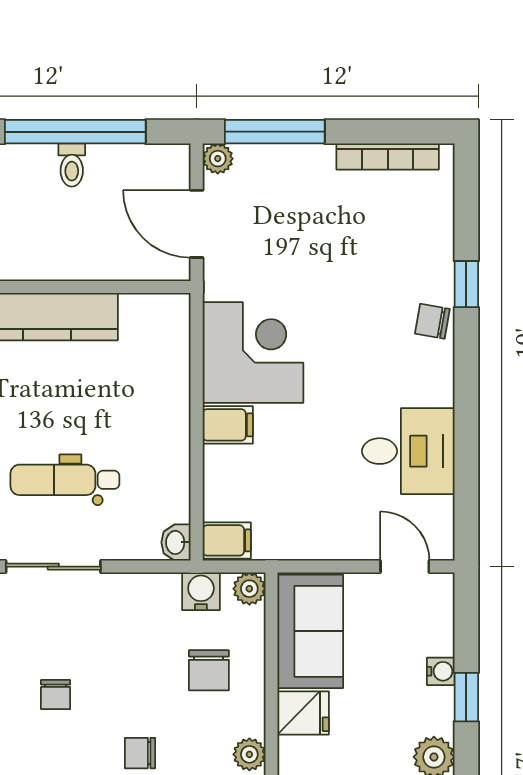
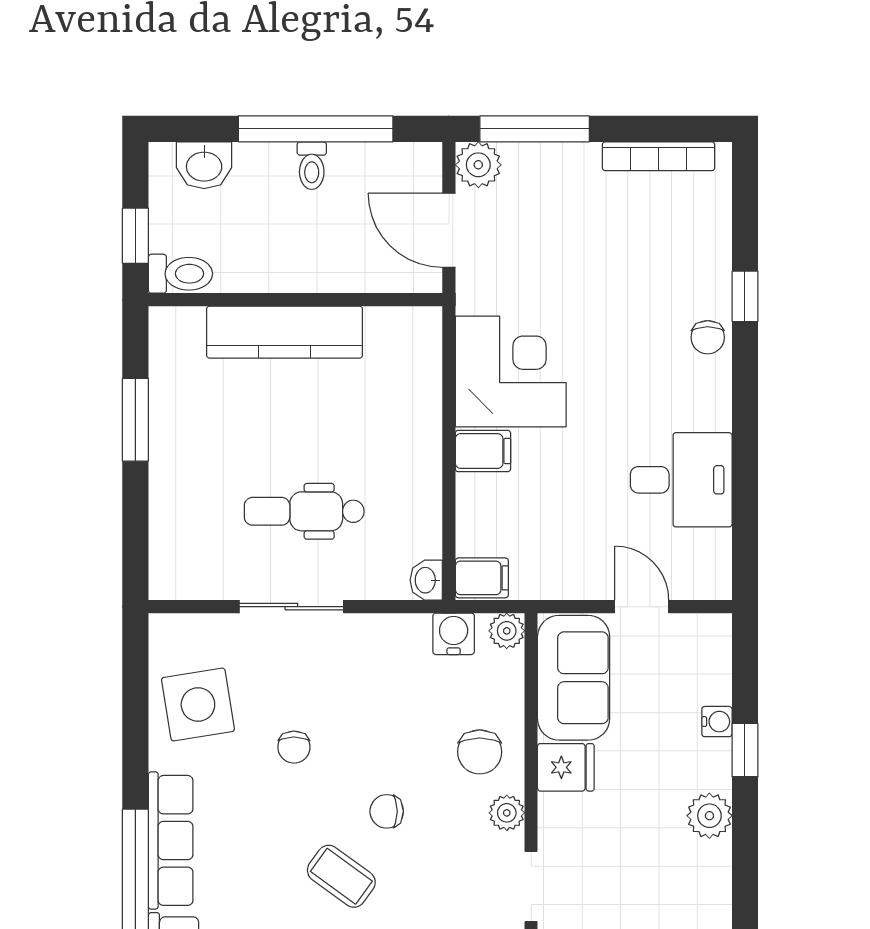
plant: (218, 159) -> (478, 165), width x1.38, depth x1.38
chair: (432, 321) -> (708, 337), turned -100
door: (405, 567) -> (642, 607), moved
chair: (209, 670) -> (480, 752), moved

